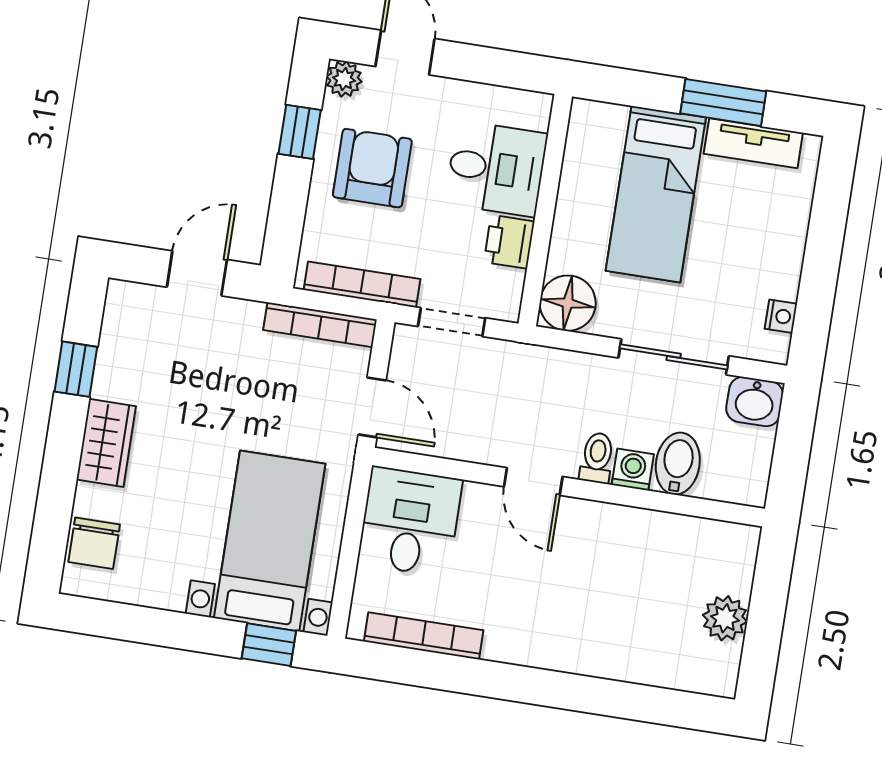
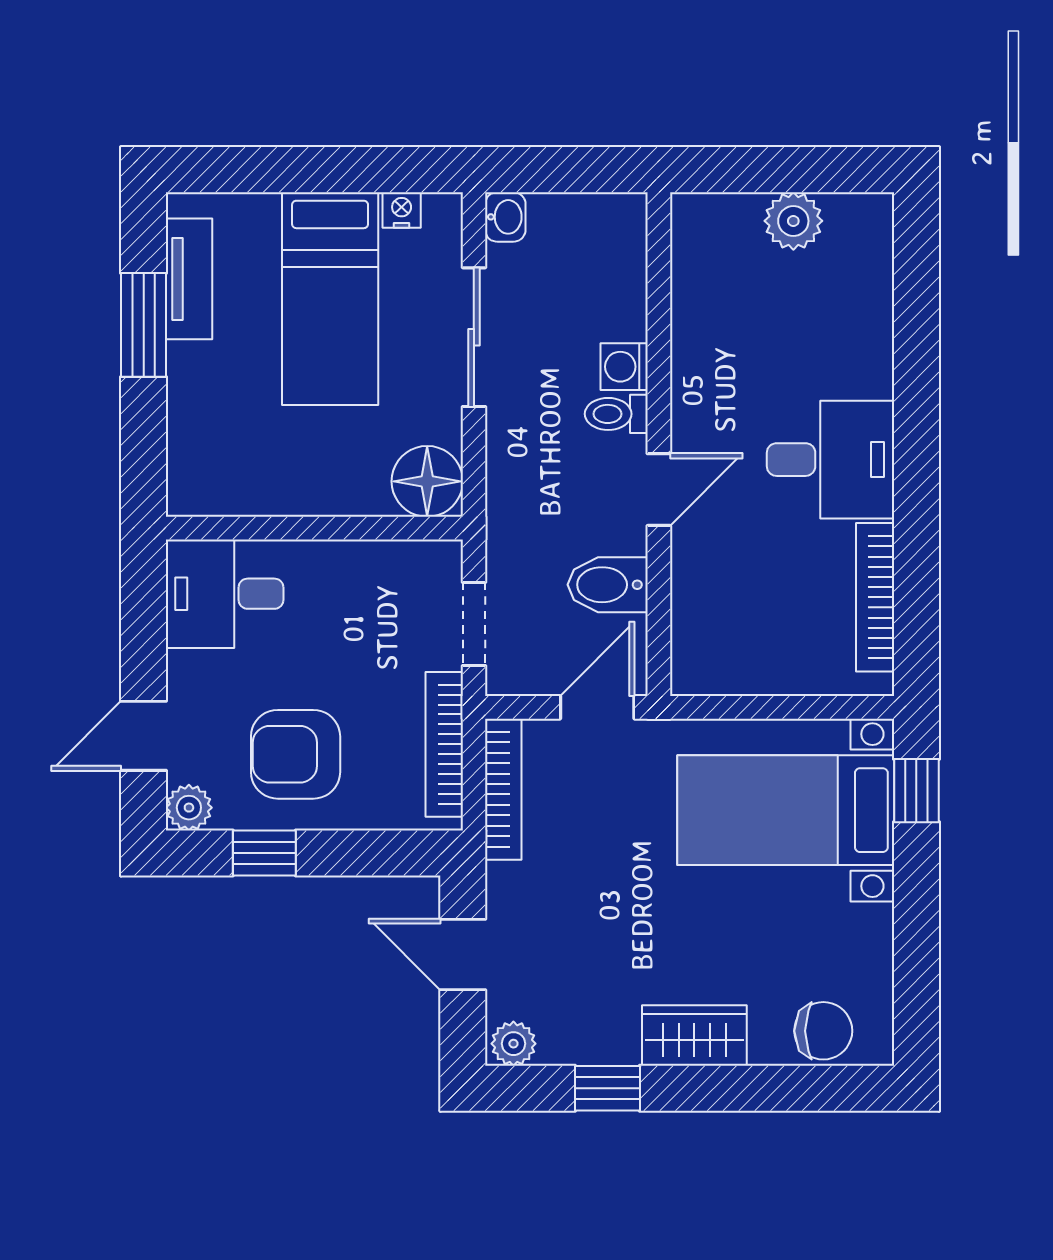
desk: (496, 169) -> (225, 594), moved, turned -90
bed: (656, 194) -> (330, 299), moved, turned 90
printer: (509, 242) -> (361, 567), removed
plant: (122, 302) -> (513, 1044), added
washbasin: (755, 402) -> (505, 217), width x0.72, depth x0.69
bidet: (678, 464) -> (608, 585), moved
desk: (410, 522) -> (830, 460), moved, turned 180

